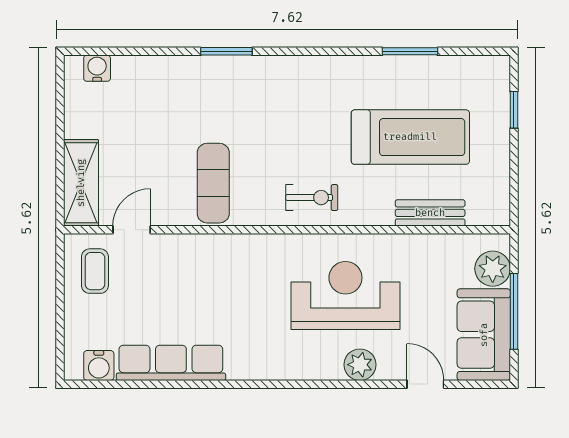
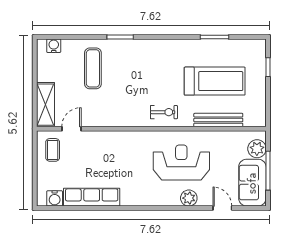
exercise mat: (213, 183) -> (93, 68), moved
bench: (430, 213) -> (218, 120), width x1.36

